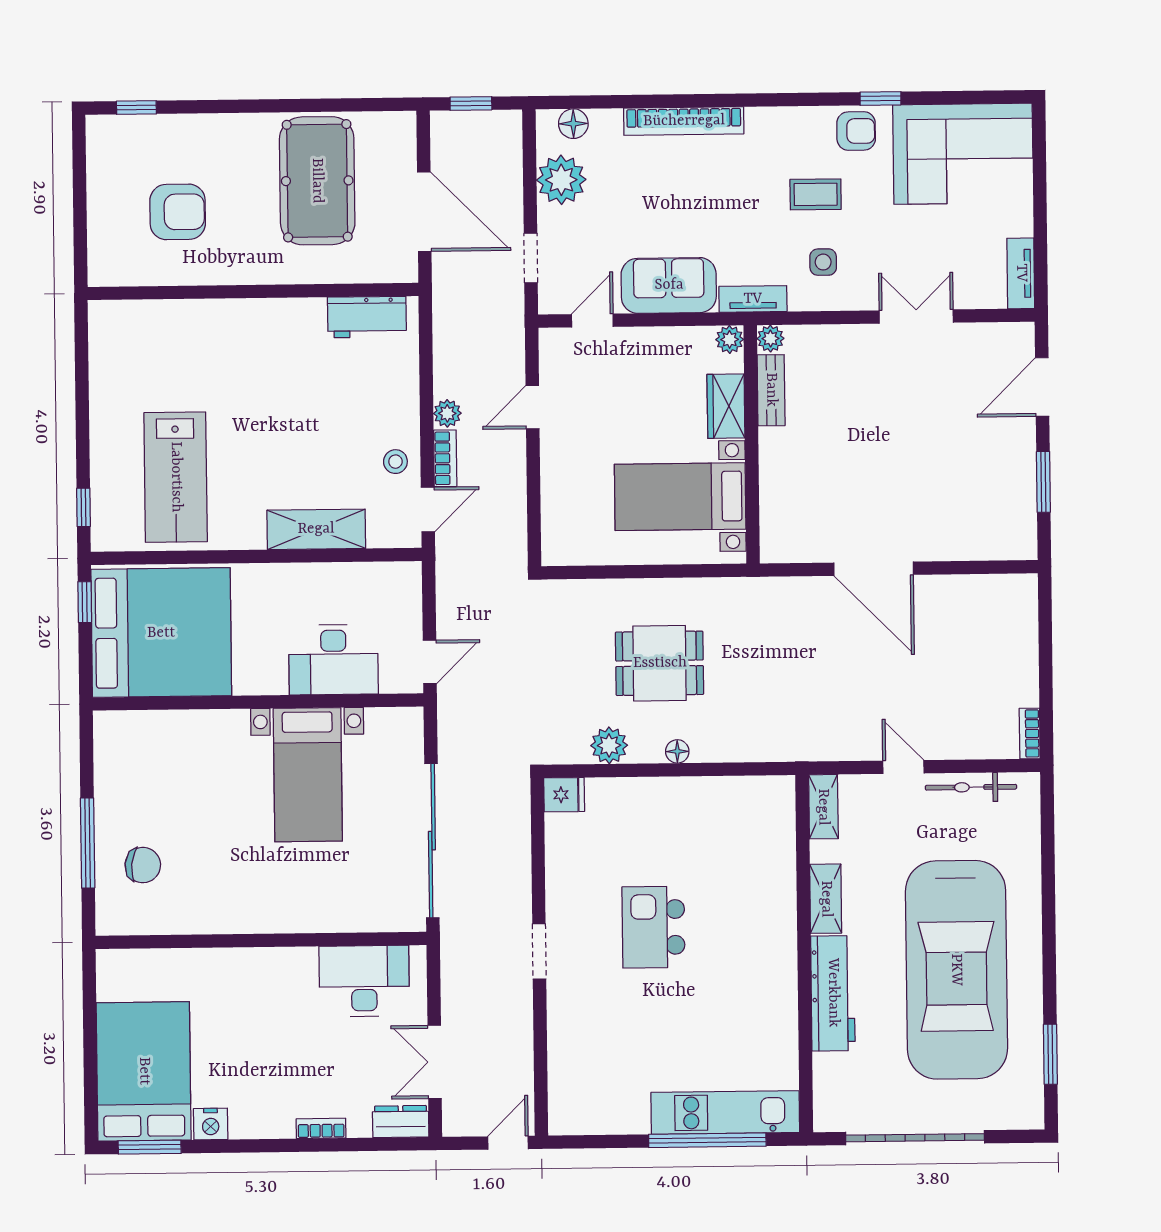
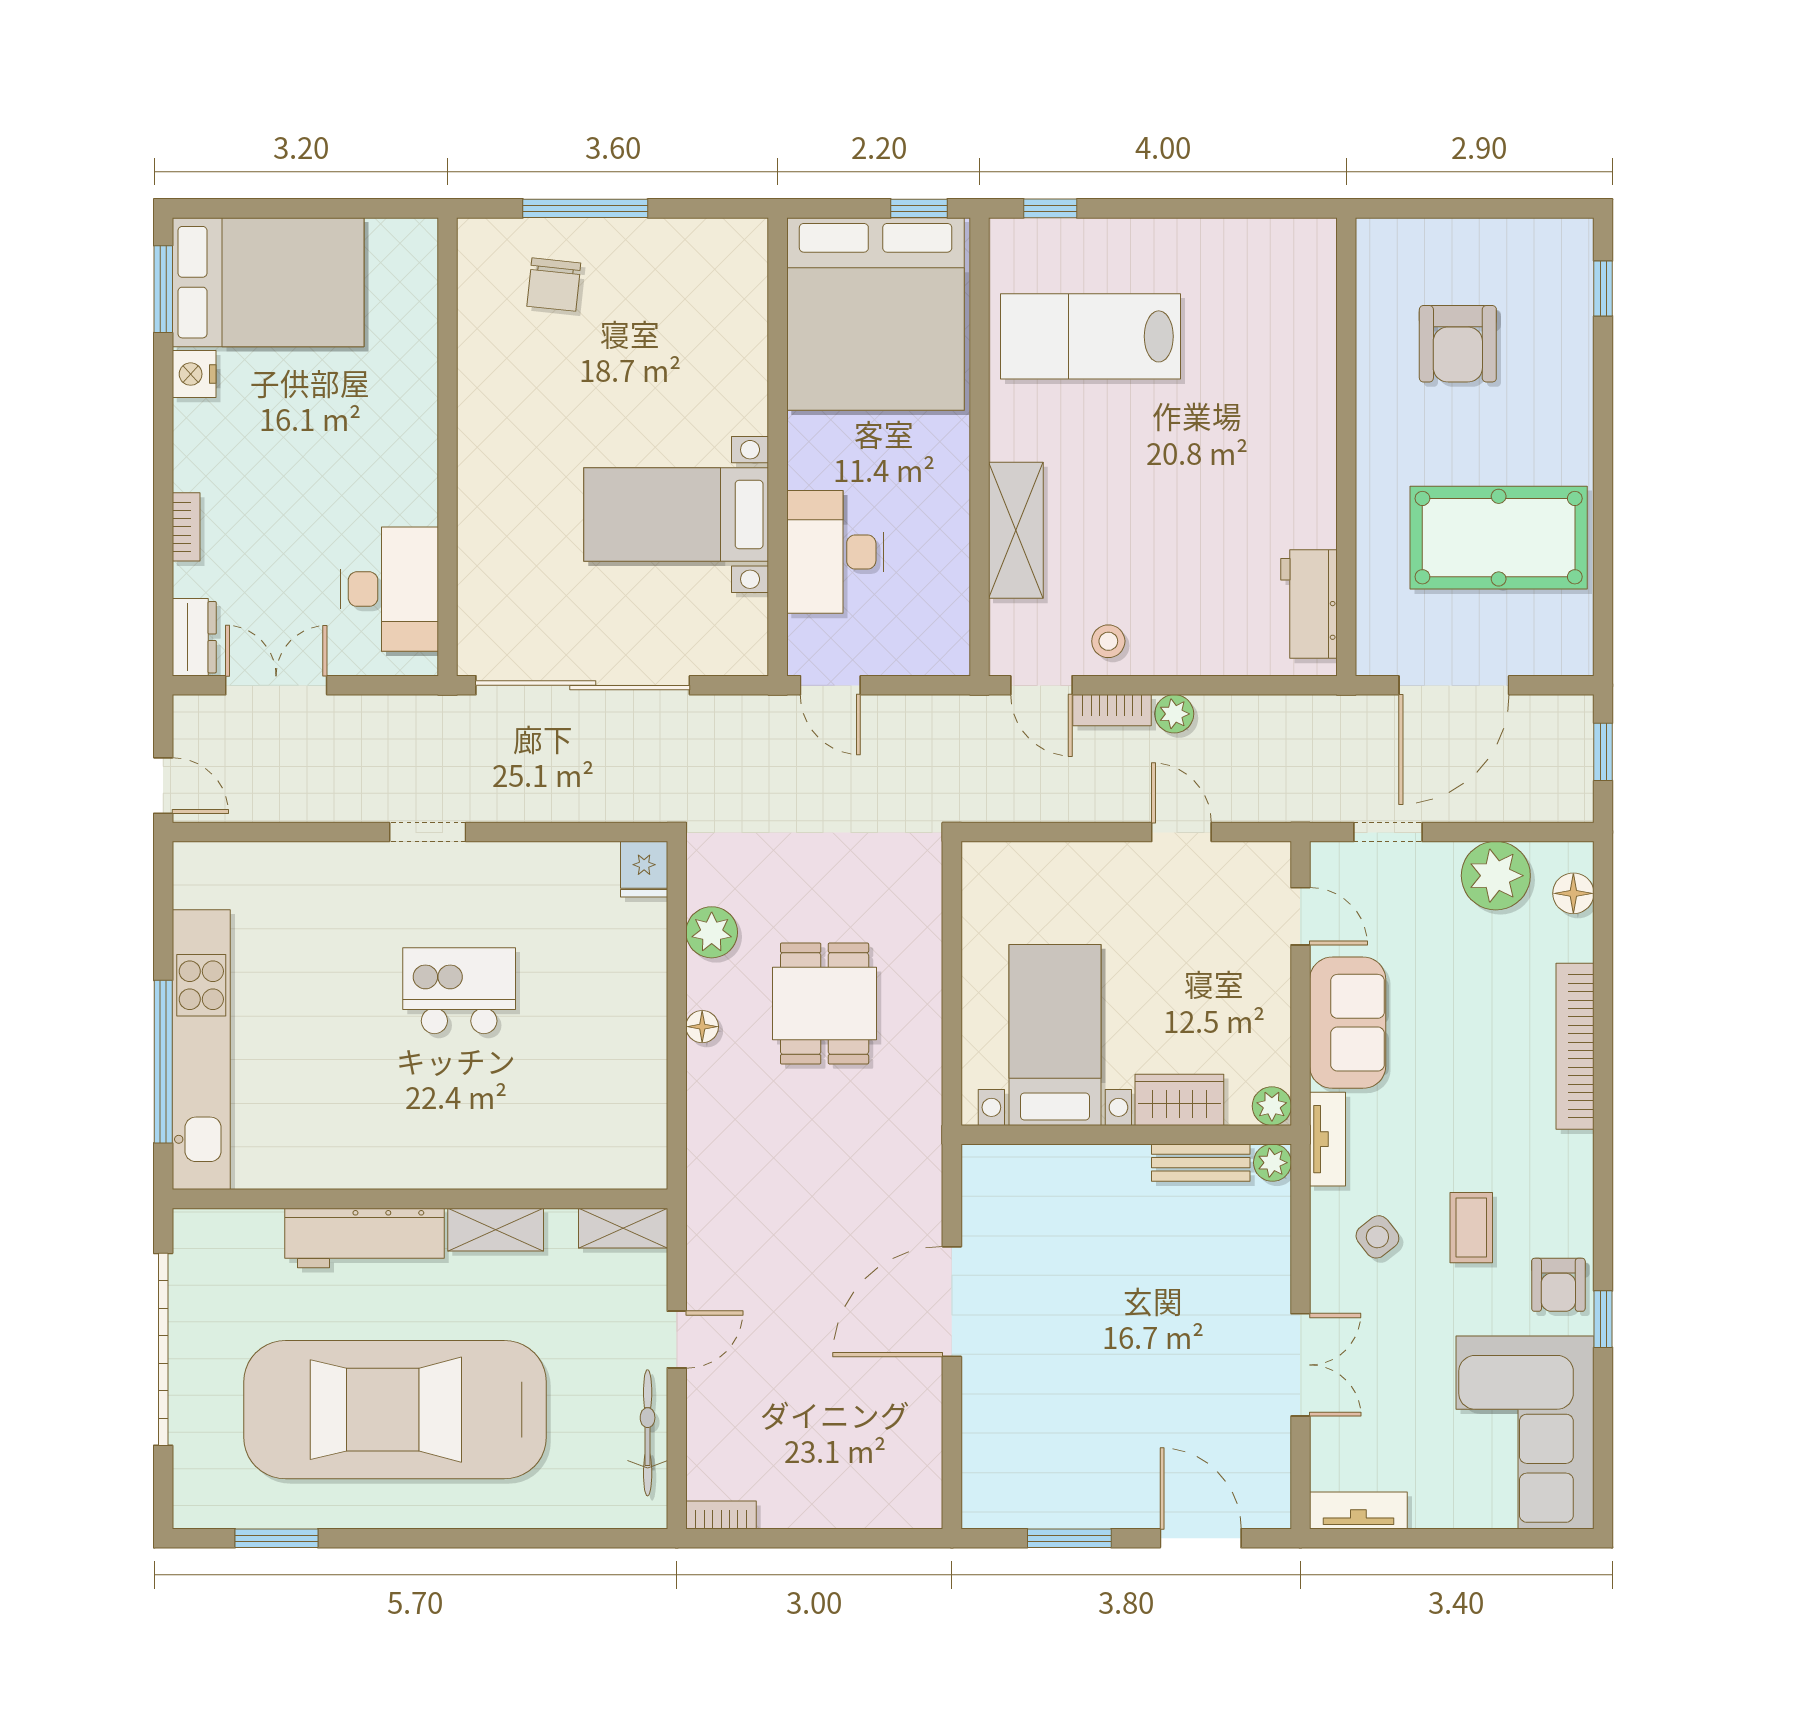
side table: (823, 262) -> (1377, 1237), turned -38
kitchen unit: (725, 1112) -> (201, 1050), width x1.36

